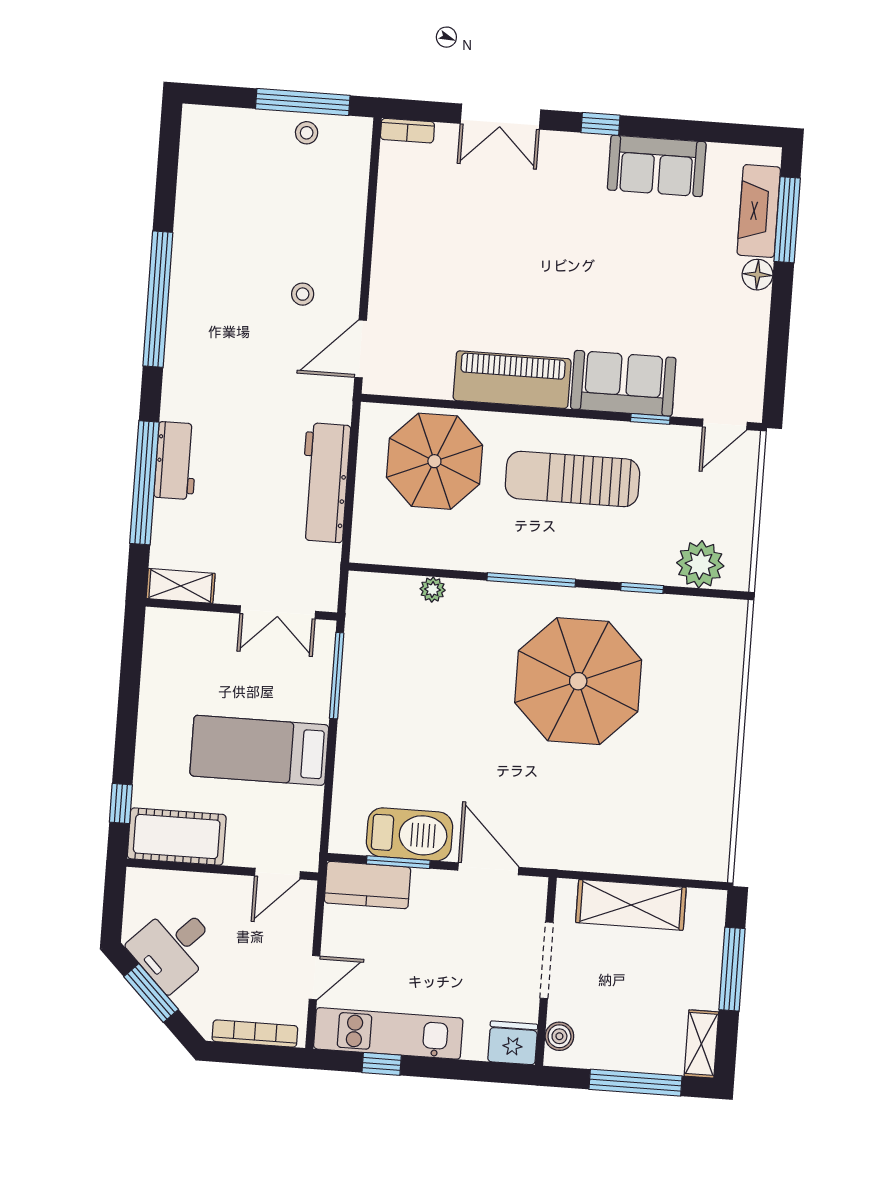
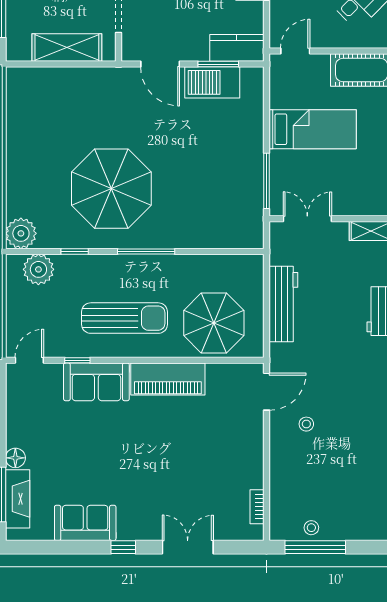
bookcase: (407, 131) -> (257, 507), moved, turned -90
plant: (433, 590) -> (21, 233), moved, width x1.87, depth x1.87

